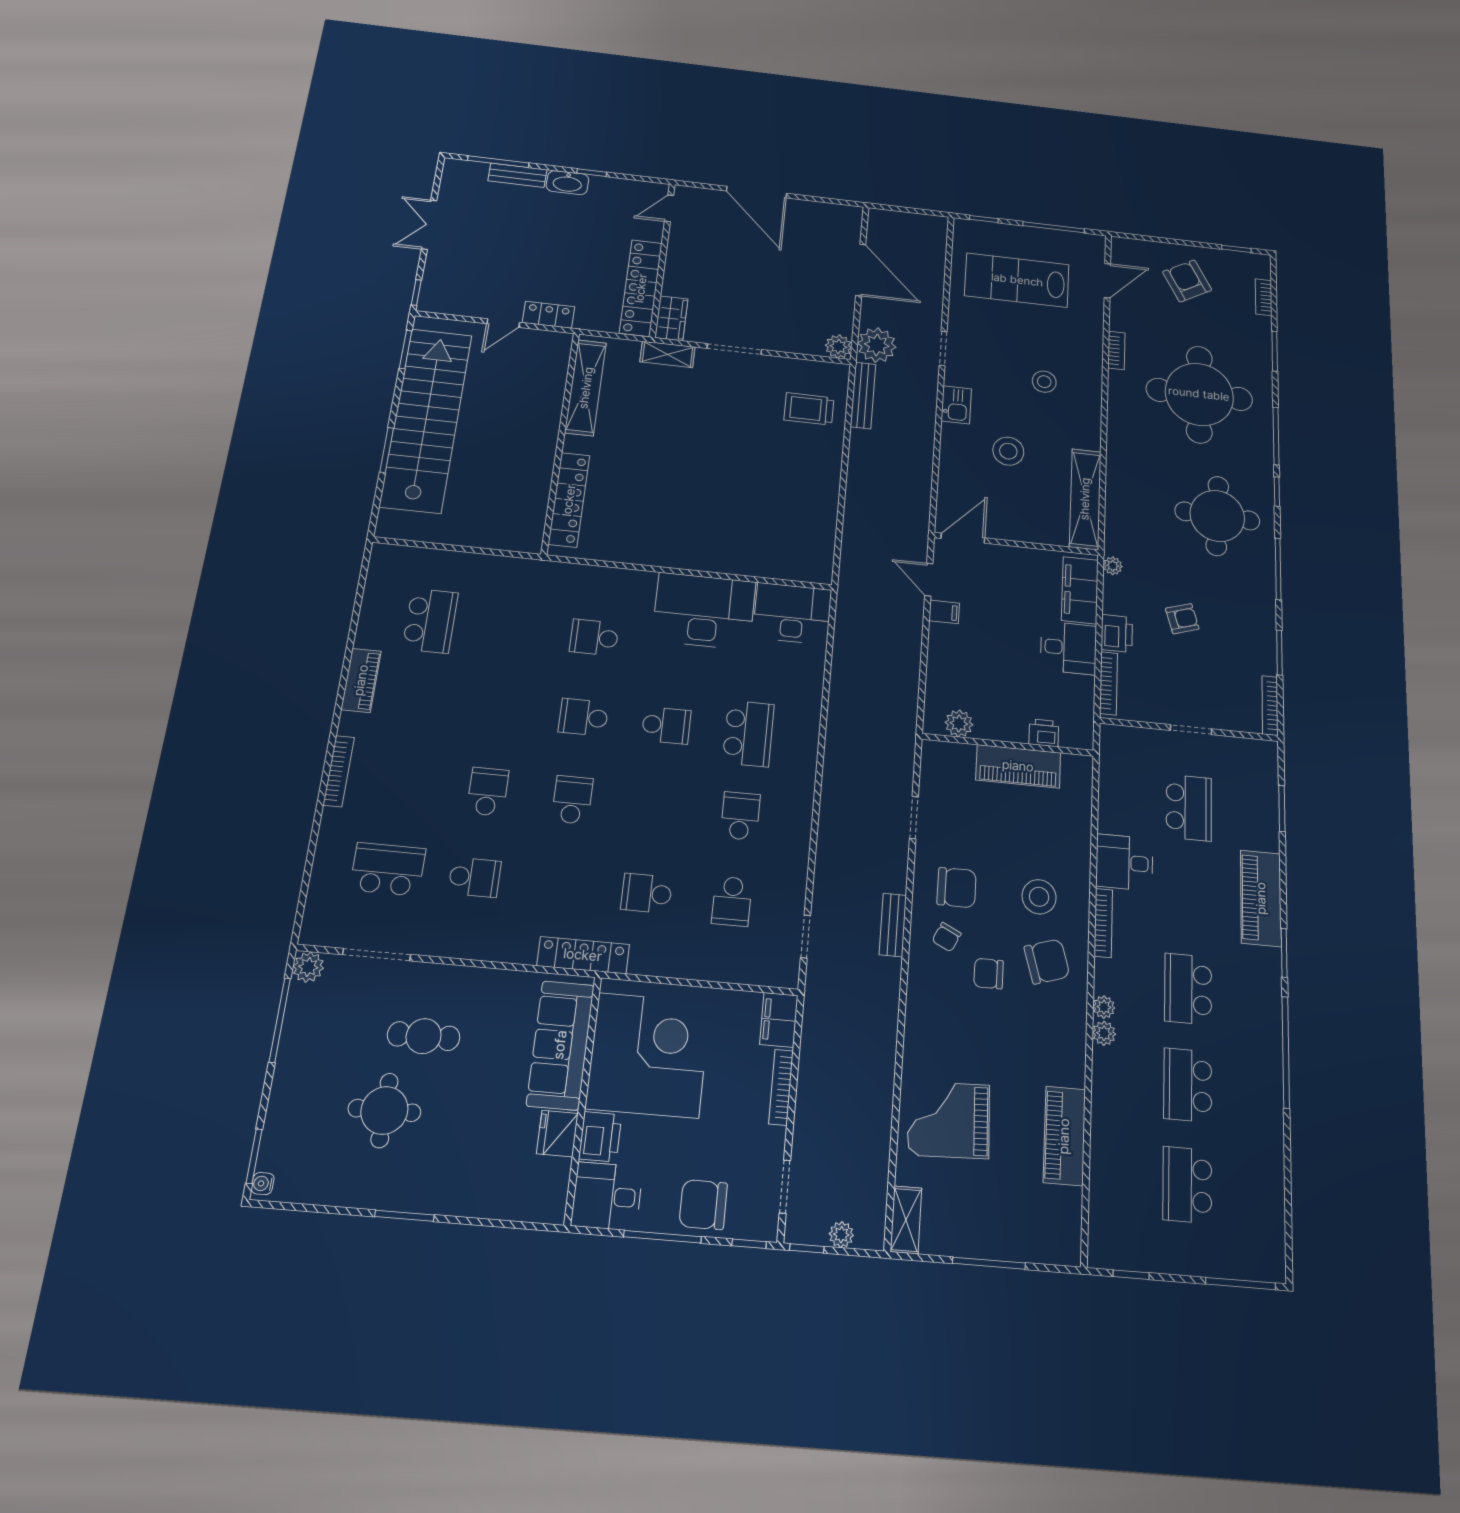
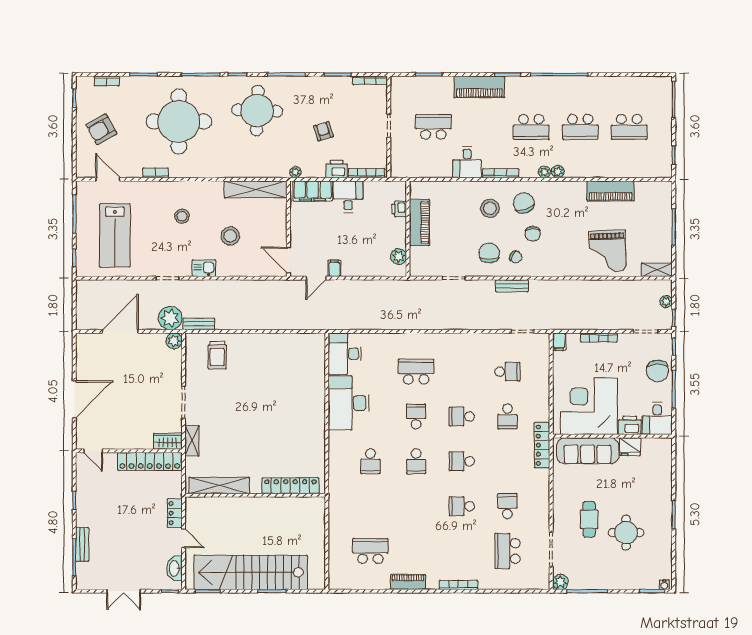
washbasin: (567, 183) -> (174, 568), moved, turned 180
bench: (863, 395) -> (199, 324), width x0.73
school desk: (740, 816) -> (462, 416), moved
filing cabinet: (779, 1020) -> (559, 342), width x0.50

